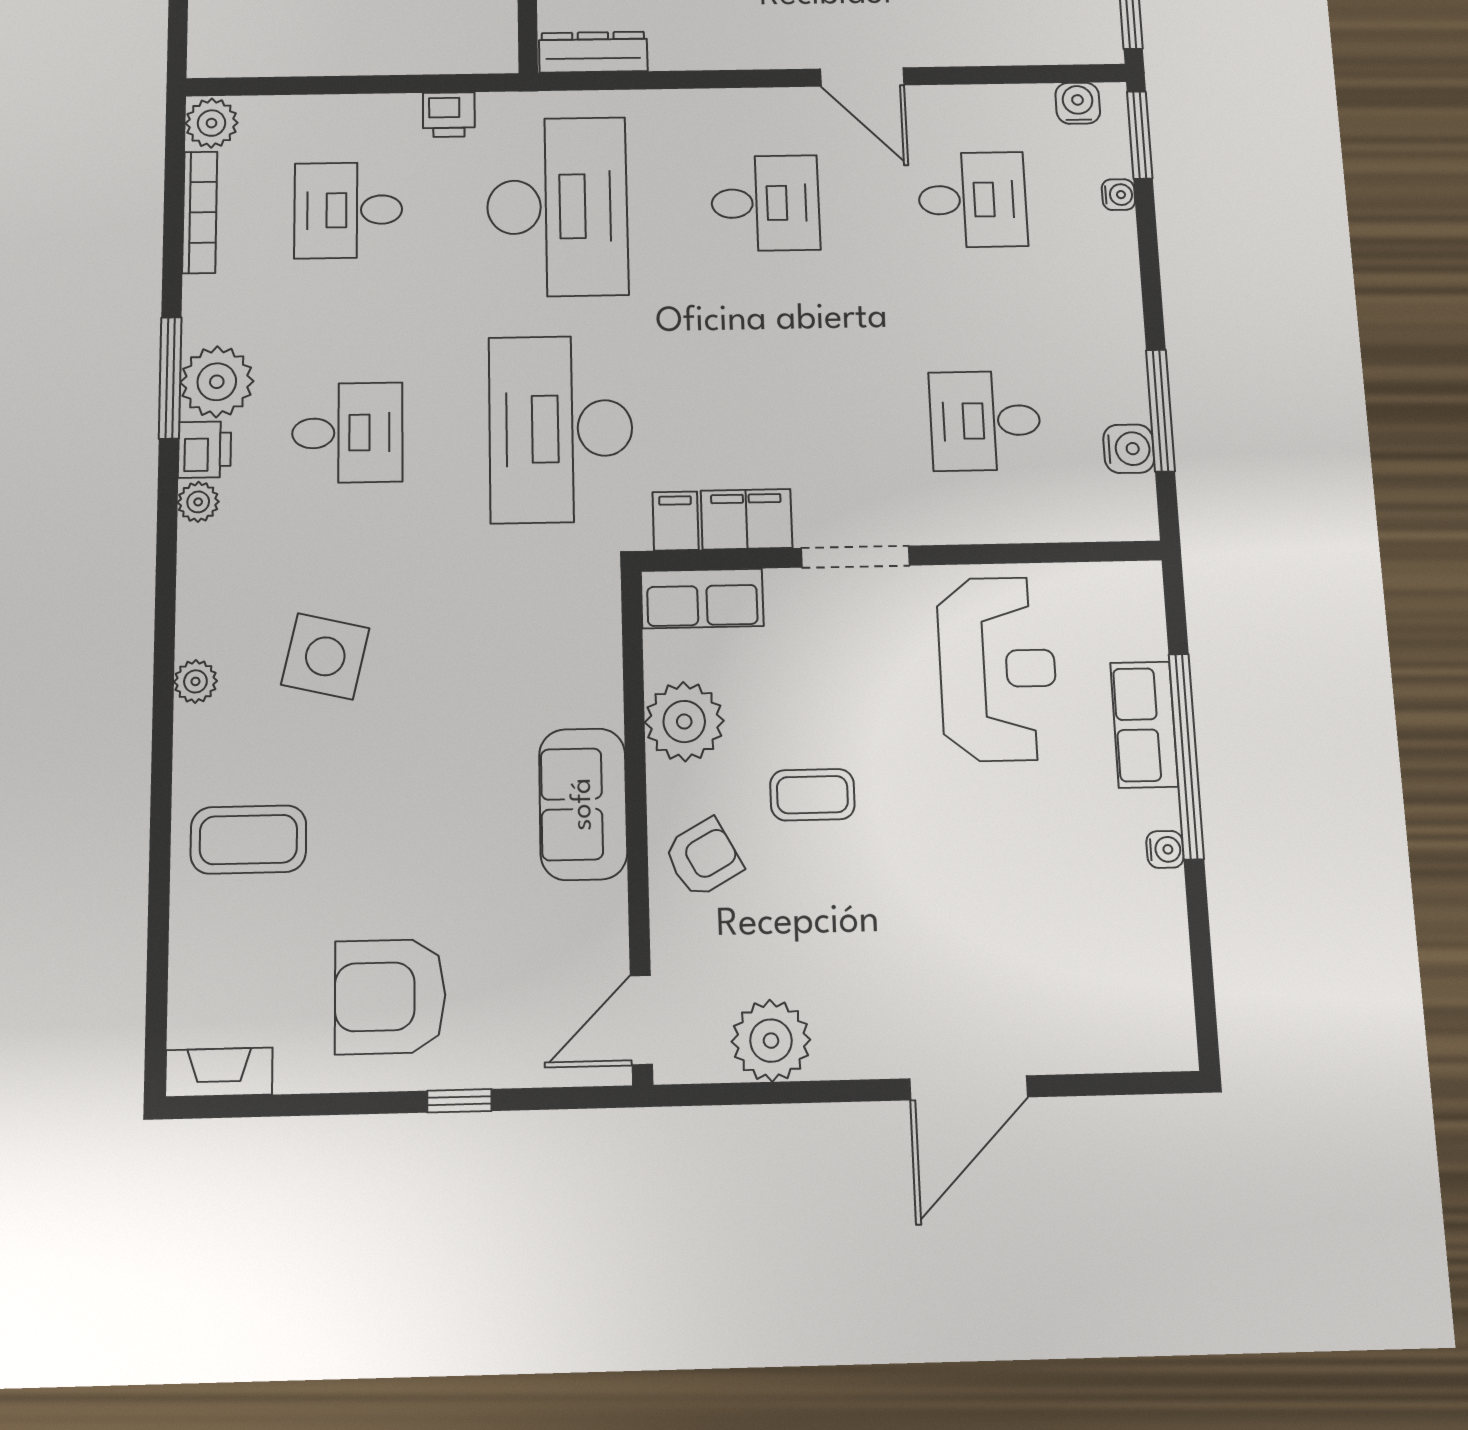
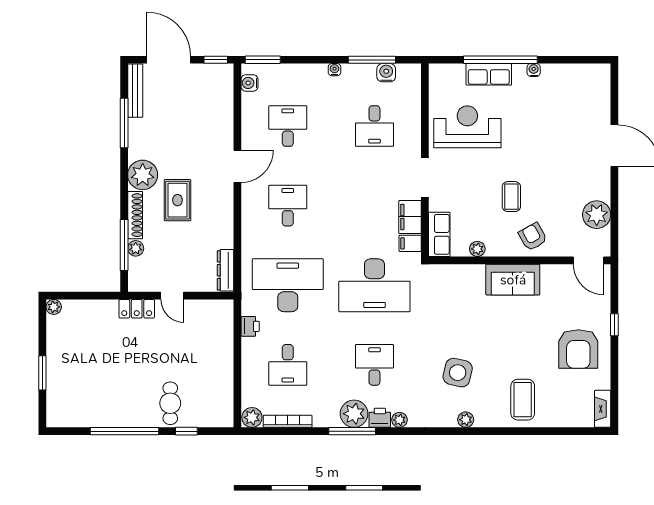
water cooler: (1118, 195) -> (334, 70), moved
plant: (684, 722) -> (477, 249), width x0.53, depth x0.53

